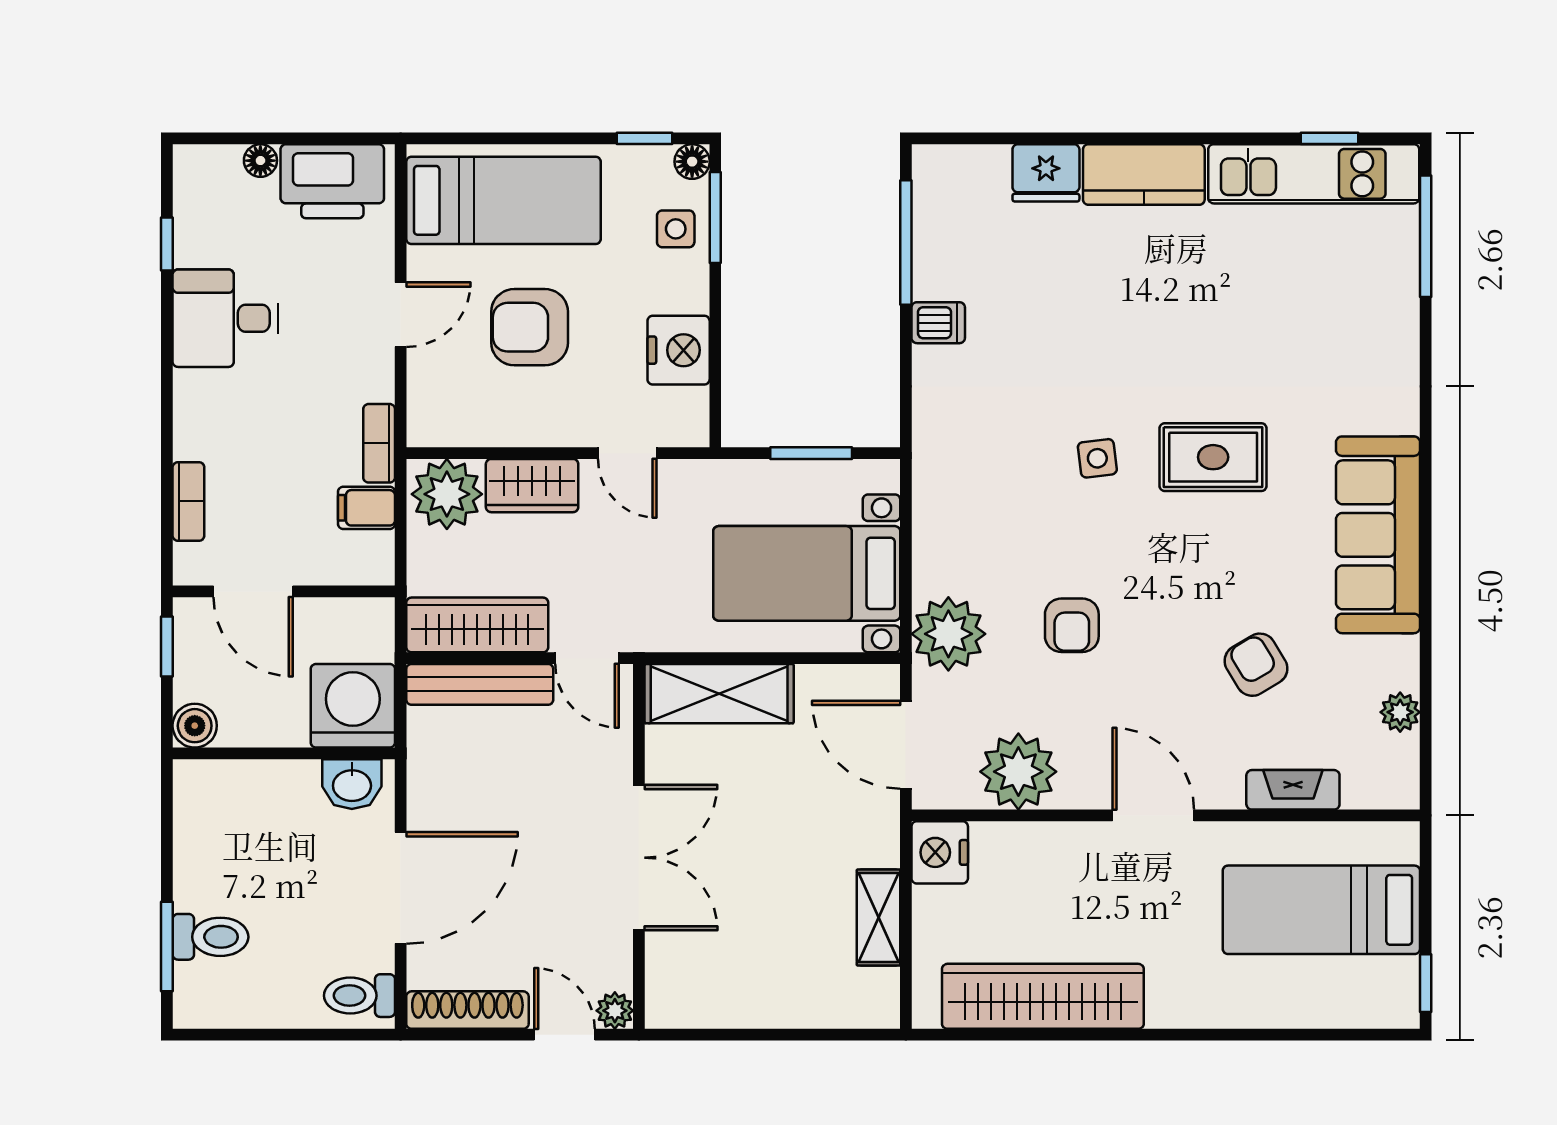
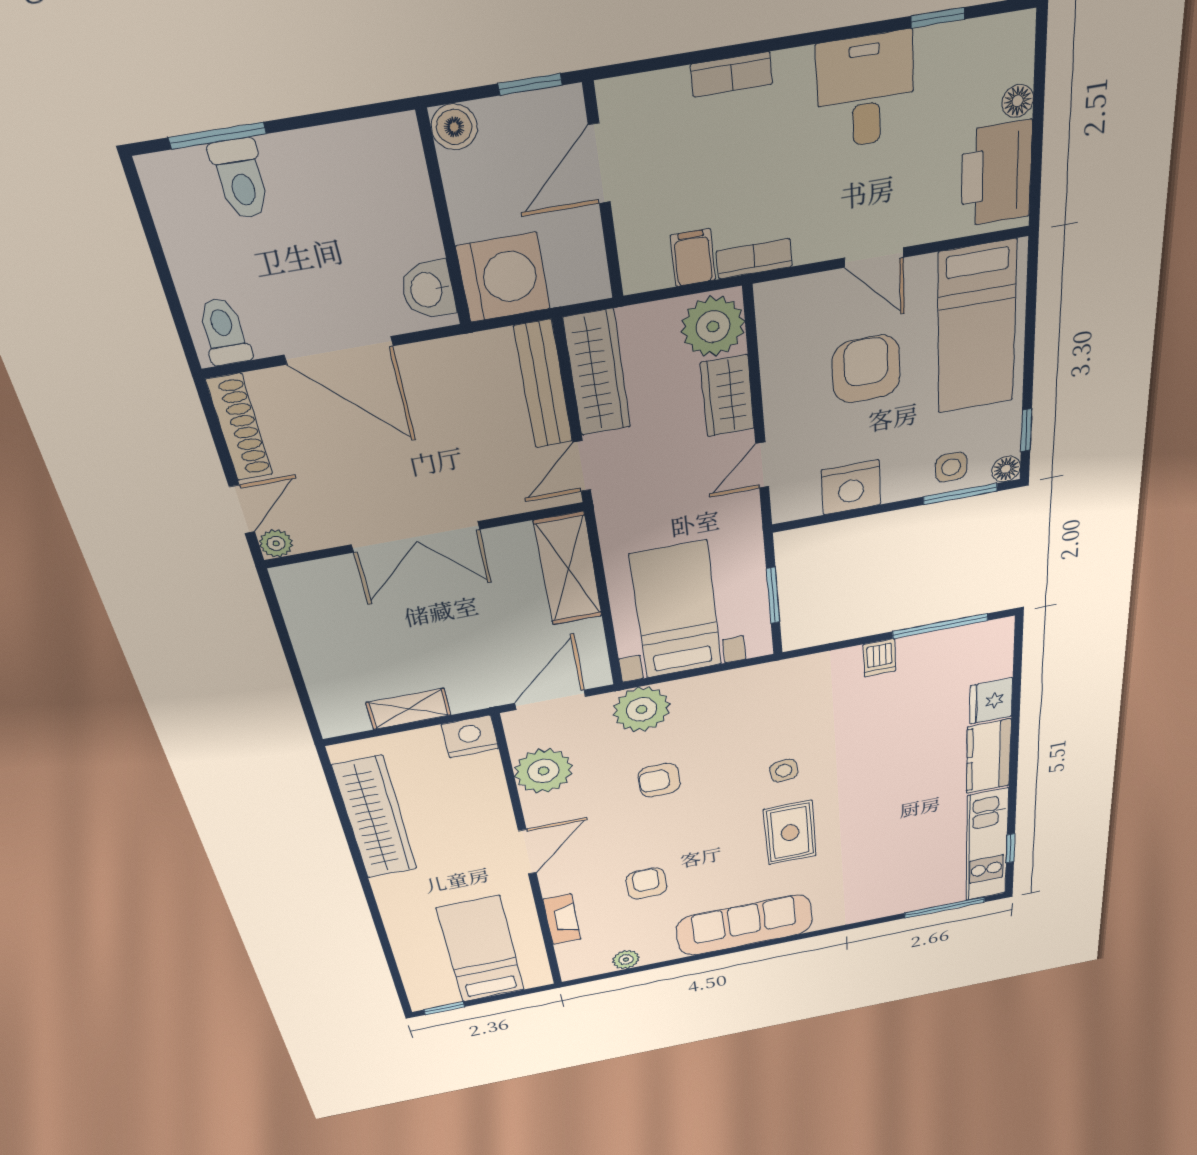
bookcase: (188, 501) -> (732, 74), moved
armchair: (1256, 665) -> (646, 883), turned -59

